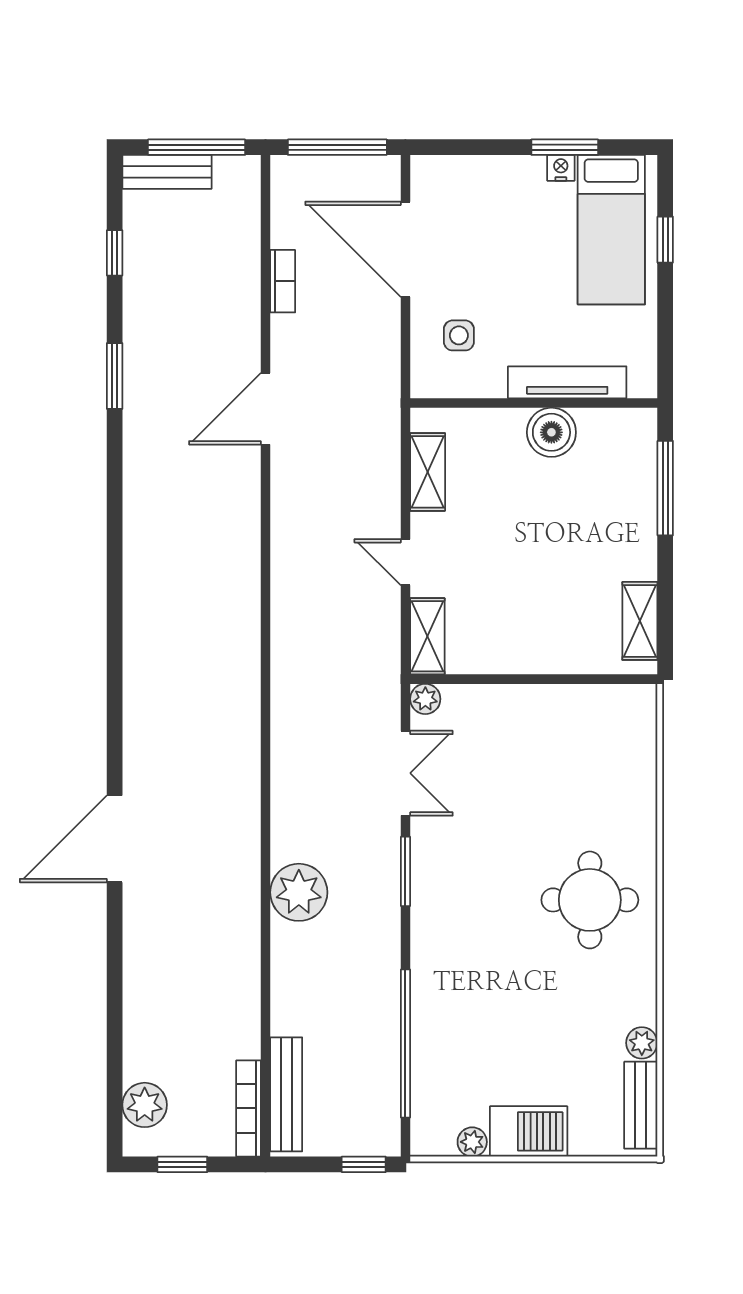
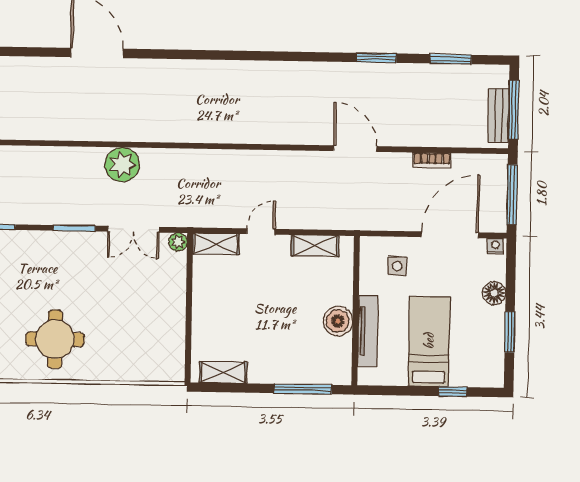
nightstand: (561, 168) -> (495, 246), moved, turned -90
bench: (167, 172) -> (499, 115), moved
floor lamp: (501, 174) -> (494, 293), added
bed: (611, 230) -> (429, 341), moved, turned 90
window: (115, 253) -> (451, 59), width x1.50
plant: (299, 892) -> (122, 165), moved

